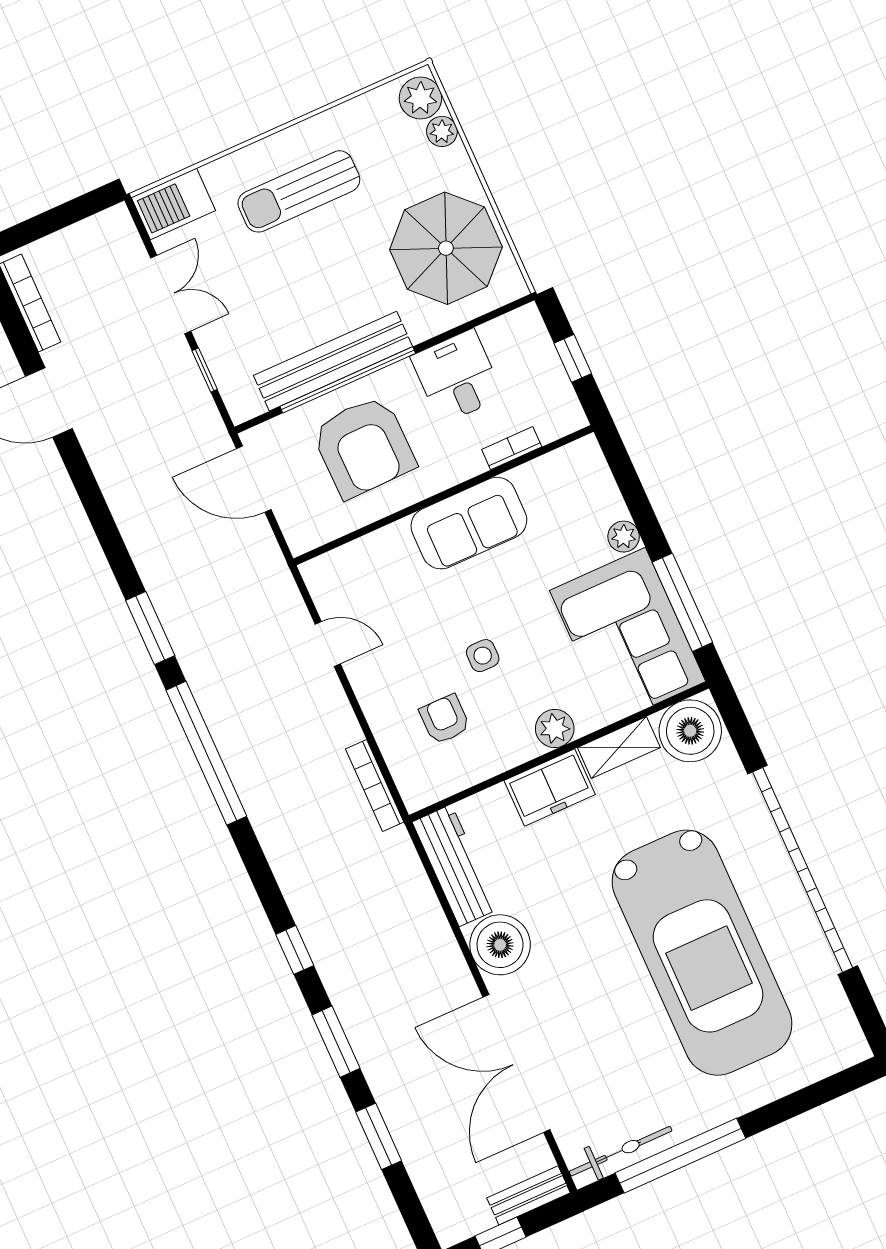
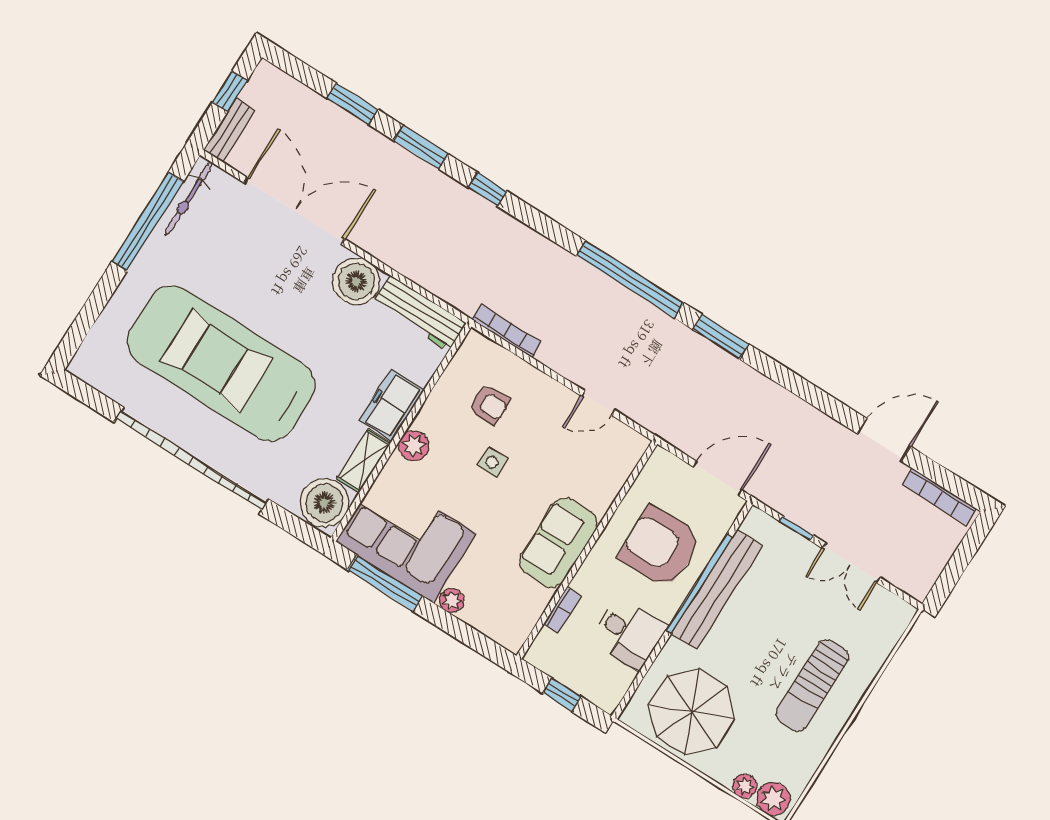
sun lounger: (299, 191) -> (812, 685), turned 180
barbecue: (173, 204) -> (889, 623), removed

